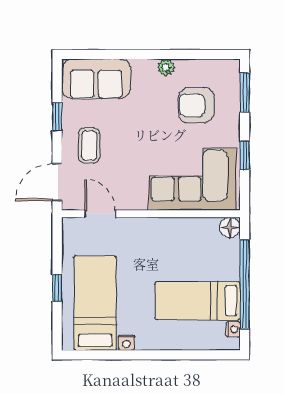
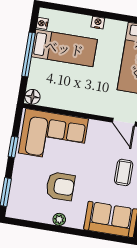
armchair: (196, 105) -> (60, 186), moved
window: (245, 284) -> (28, 54), width x0.68
nightstand: (126, 343) -> (98, 23), moved

